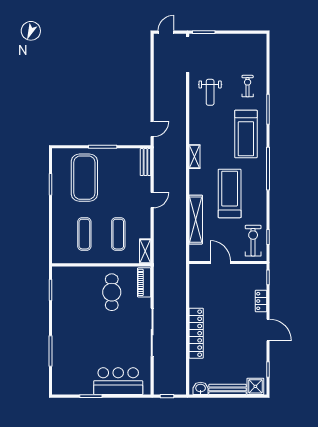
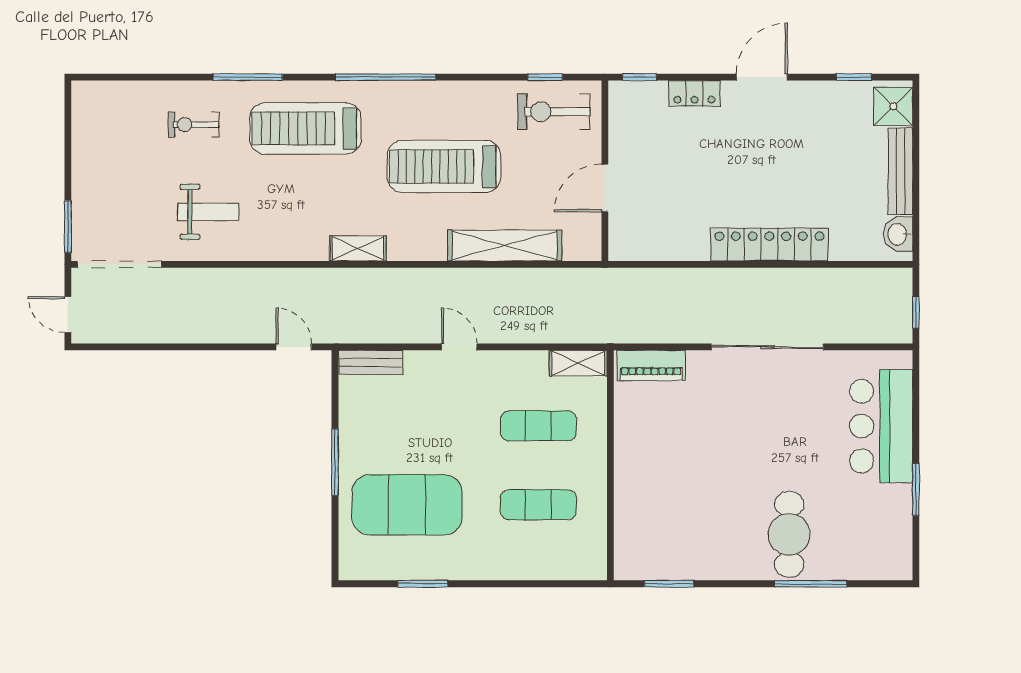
treadmill: (246, 134) -> (305, 128), turned 180
cafe table: (112, 292) -> (789, 534), moved, turned 90

